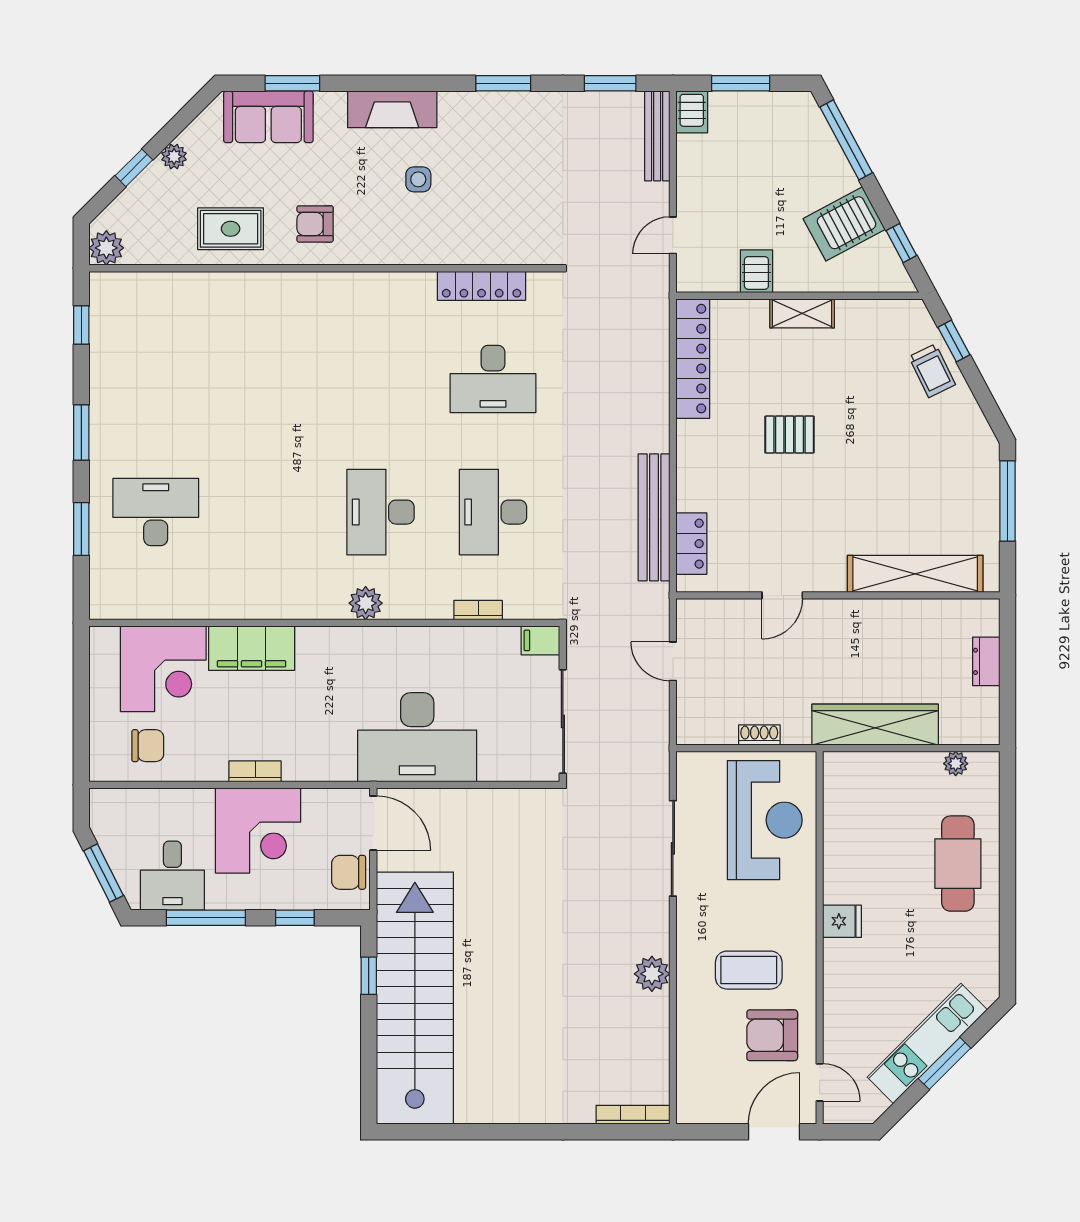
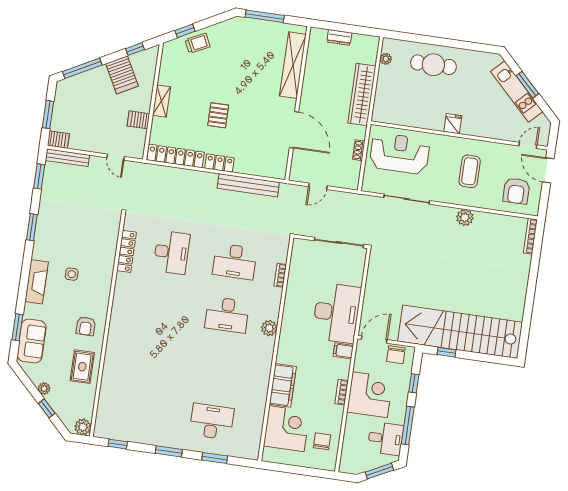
desk: (156, 512) -> (212, 422), turned 90
locker: (691, 544) -> (220, 163), moved
door: (782, 595) -> (294, 130), width x1.87
filing cabinet: (540, 640) -> (343, 351), moved, turned 90
armchair: (772, 1035) -> (516, 191), moved

